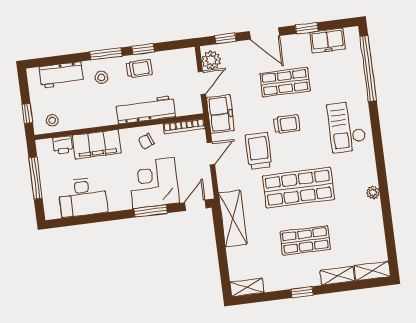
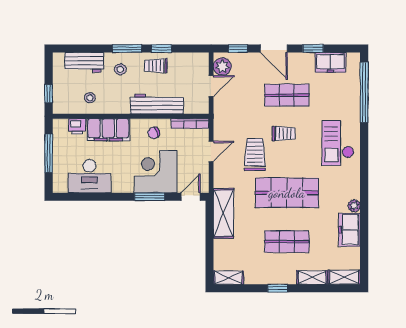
trolley: (139, 68) -> (156, 66), turned 180
freezer: (220, 114) -> (349, 230), moved, turned 180
stool: (52, 120) -> (90, 98), moved

